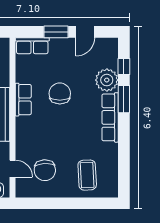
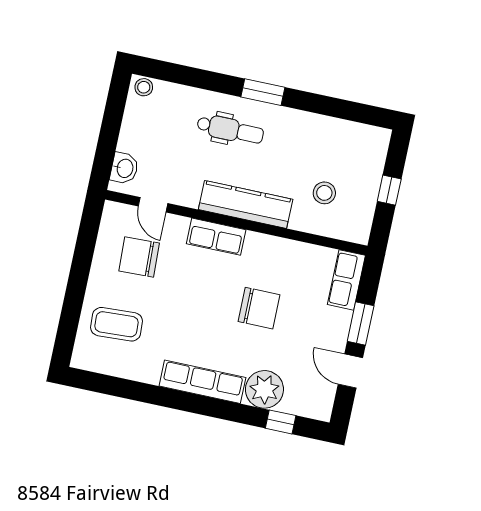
window: (124, 99) -> (227, 410), removed
row of seats: (23, 100) -> (216, 237), moved
door: (12, 169) -> (153, 205), hinge flipped

